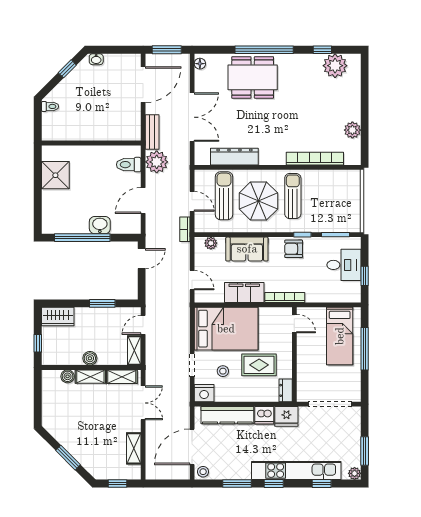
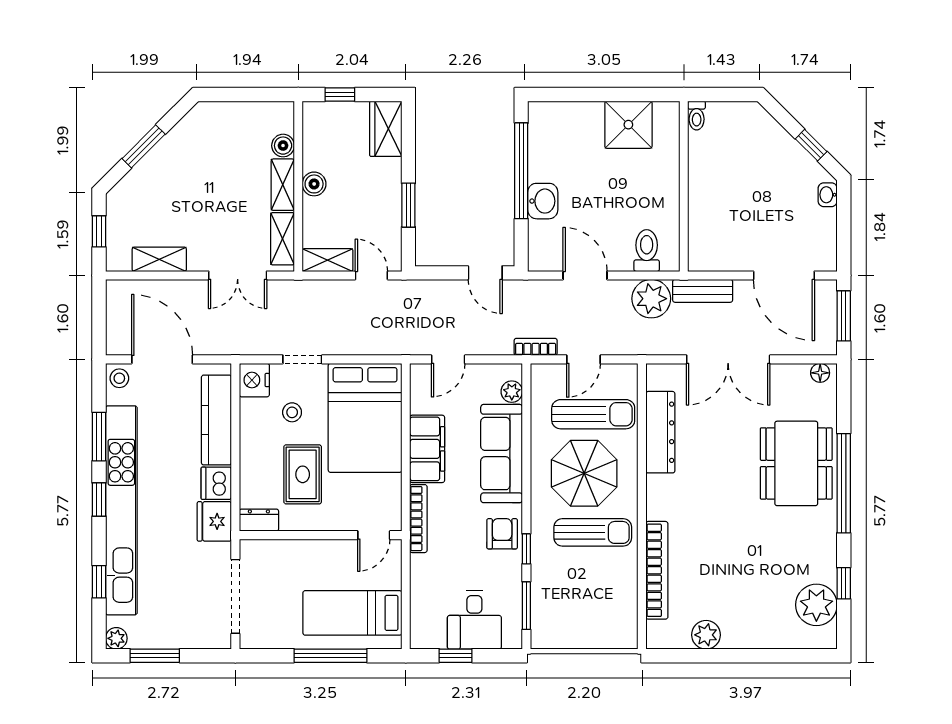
toilet: (50, 106) -> (697, 115), moved
sofa: (247, 249) -> (502, 454), width x1.36
kitchen unit: (296, 471) -> (121, 510), width x1.36

